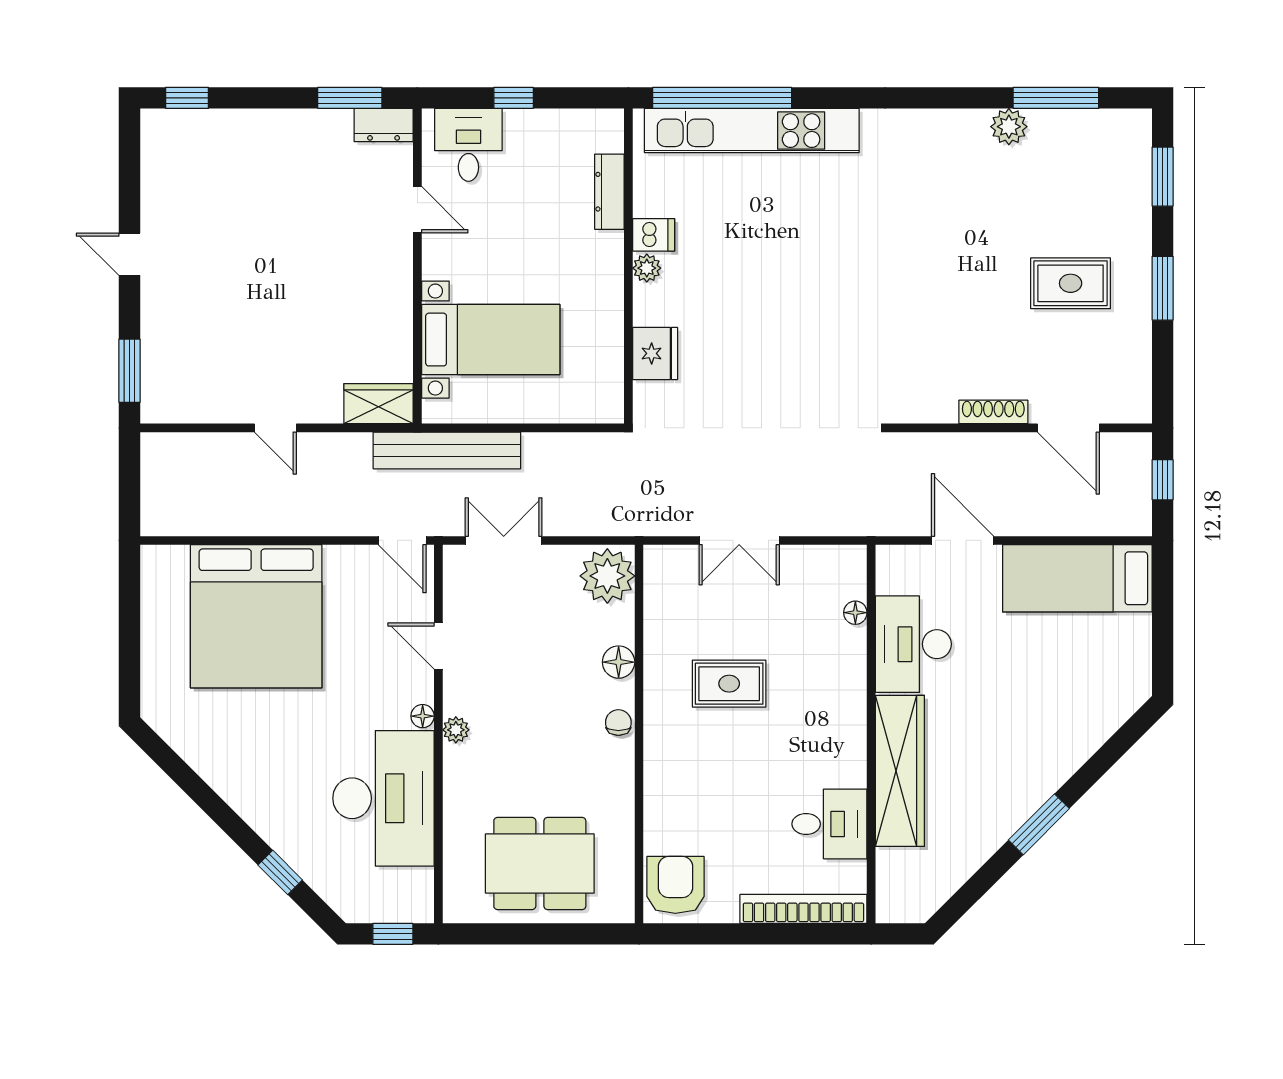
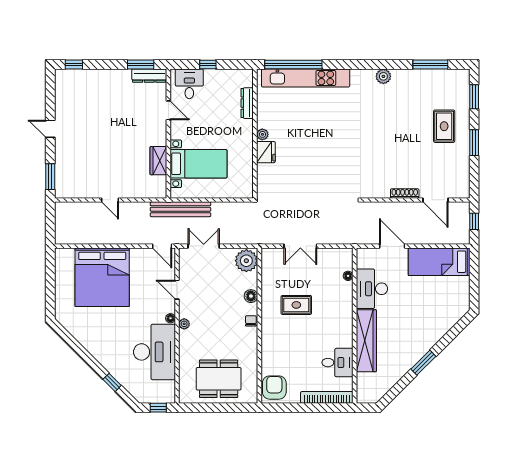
dresser: (384, 125) -> (149, 76), width x1.44
plant: (1009, 127) -> (383, 76), moved
dishwasher: (654, 235) -> (265, 121), removed
rug: (1071, 283) -> (444, 126), moved, turned 90
fridge: (655, 353) -> (266, 152), moved
wardrobe: (379, 404) -> (158, 161), moved, turned -90

